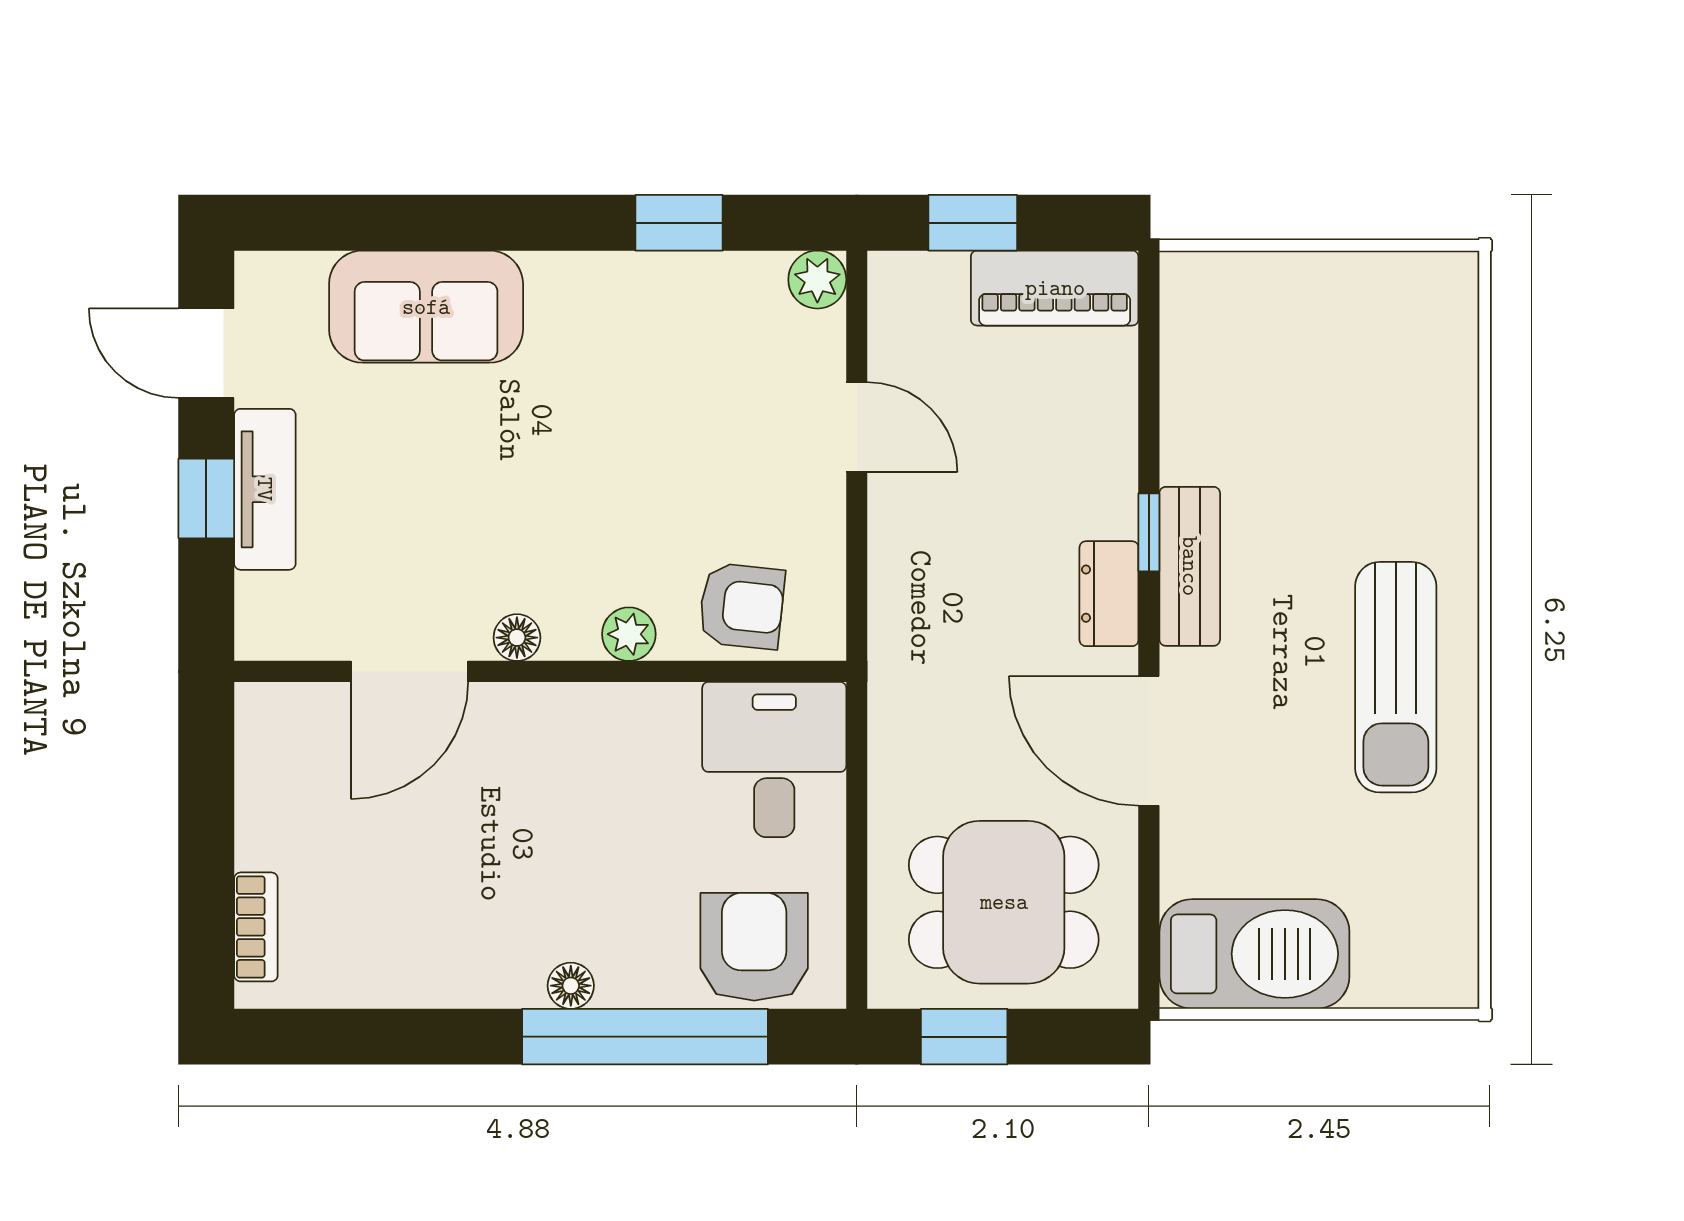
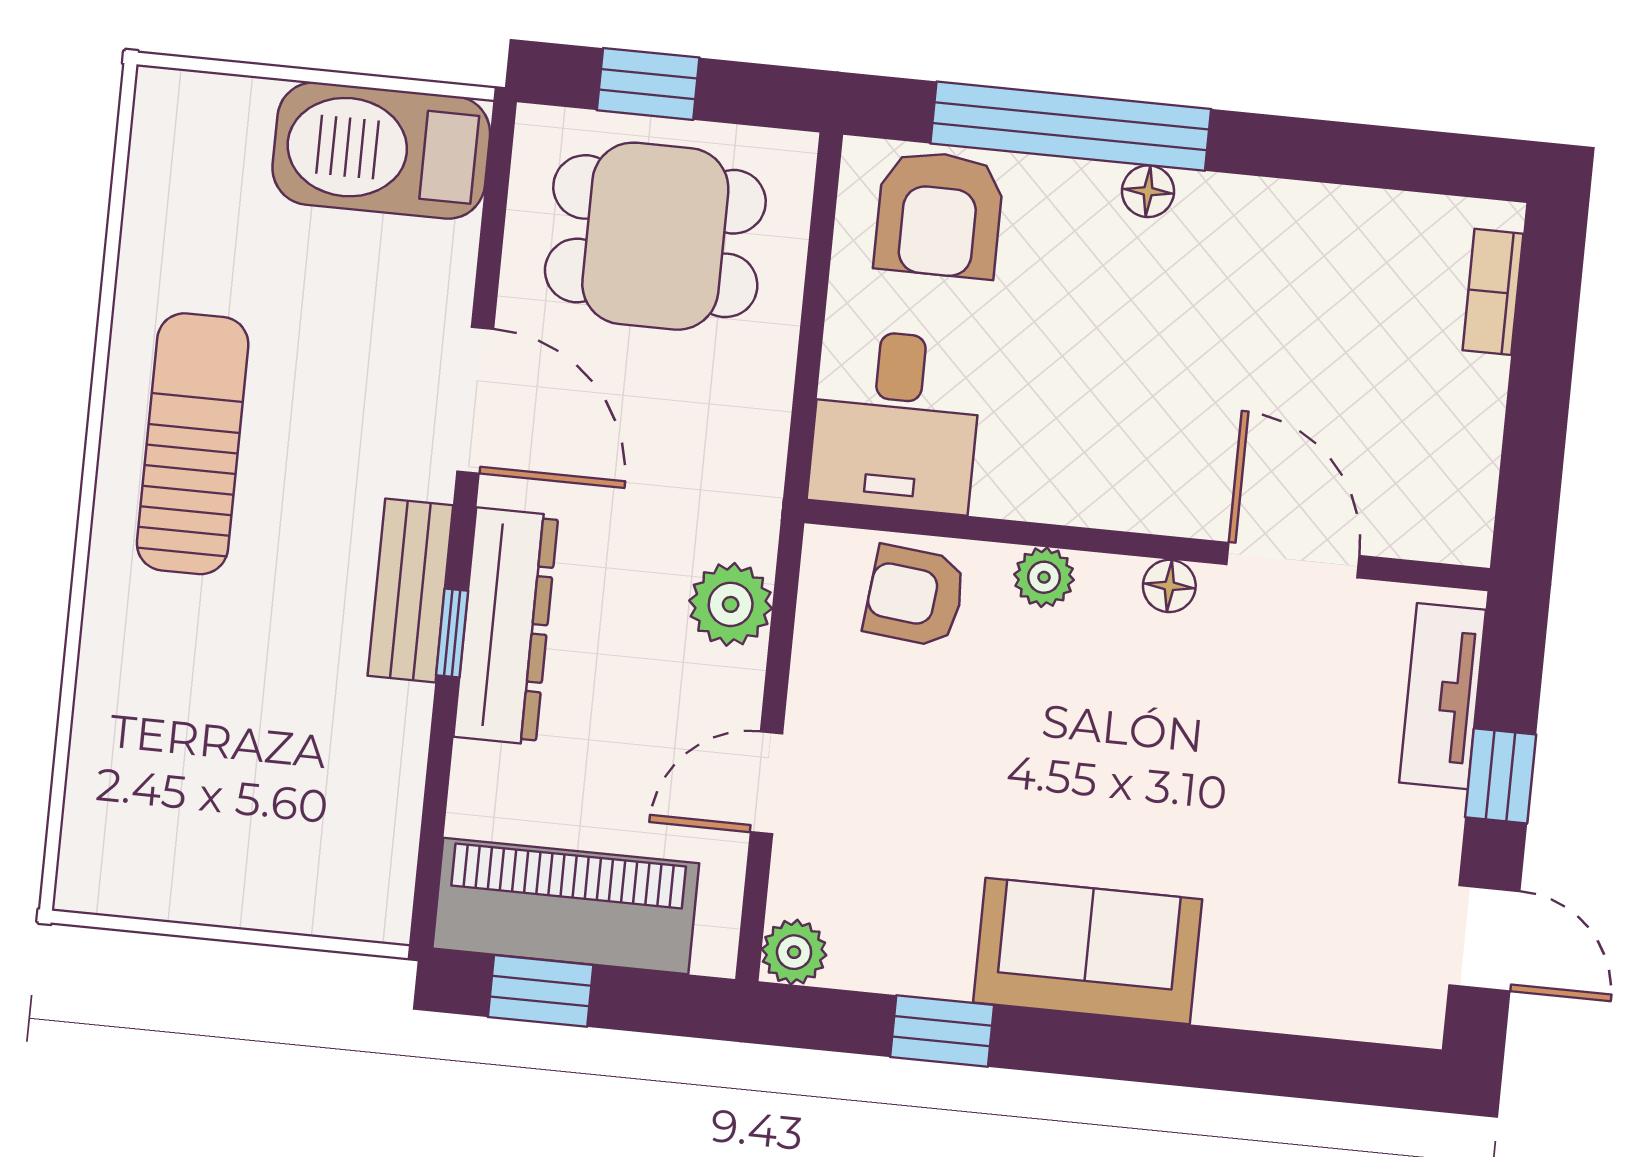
window: (973, 223) -> (541, 991), moved
piano: (1055, 288) -> (566, 906), width x1.37, depth x1.33
sofa: (426, 307) -> (1088, 951), moved
door: (857, 427) -> (767, 783), hinge flipped
tv unit: (265, 489) -> (1443, 696), moved
plant: (904, 582) -> (731, 604), added
dresser: (1109, 594) -> (506, 626), width x1.96, depth x1.24
door: (410, 671) -> (1293, 560), hinge flipped
window: (964, 1037) -> (648, 84), moved

